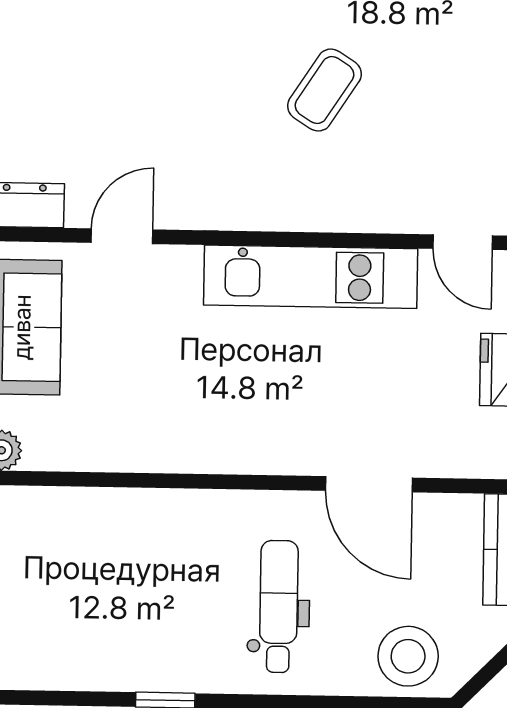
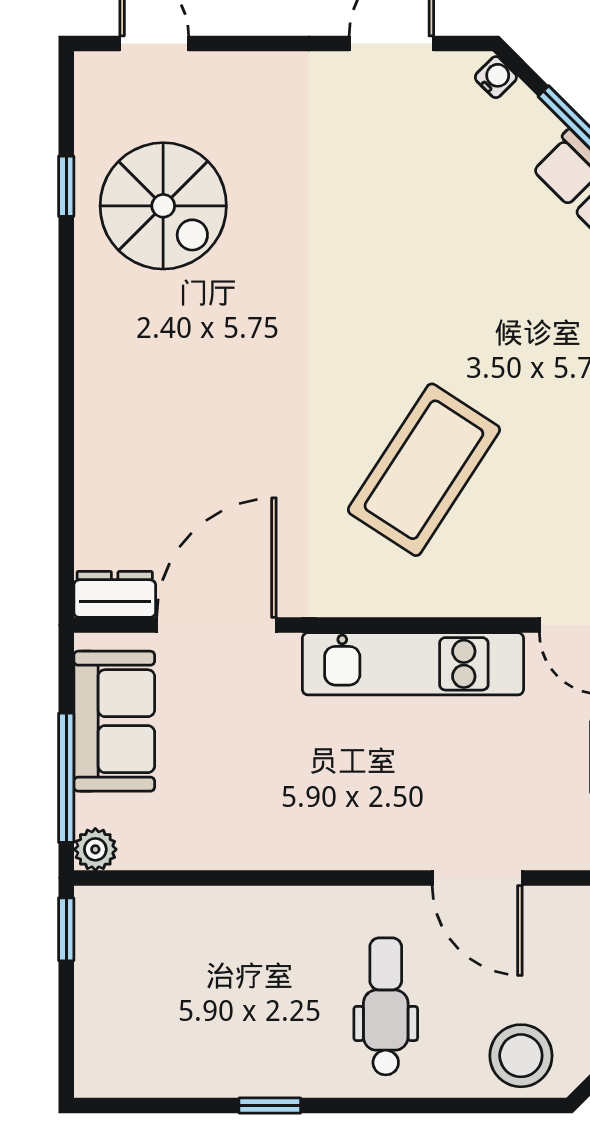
coffee table: (324, 90) -> (424, 470), width x1.86, depth x1.72
door: (122, 236) -> (216, 625), width x1.88

